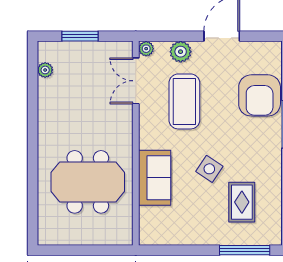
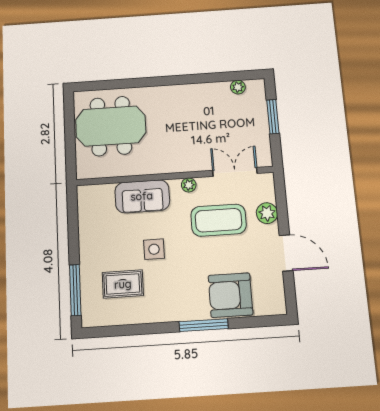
plant: (146, 49) -> (189, 185), moved
side table: (209, 169) -> (154, 249), turned -34
meeting table: (88, 182) -> (111, 126), moved, turned 90

